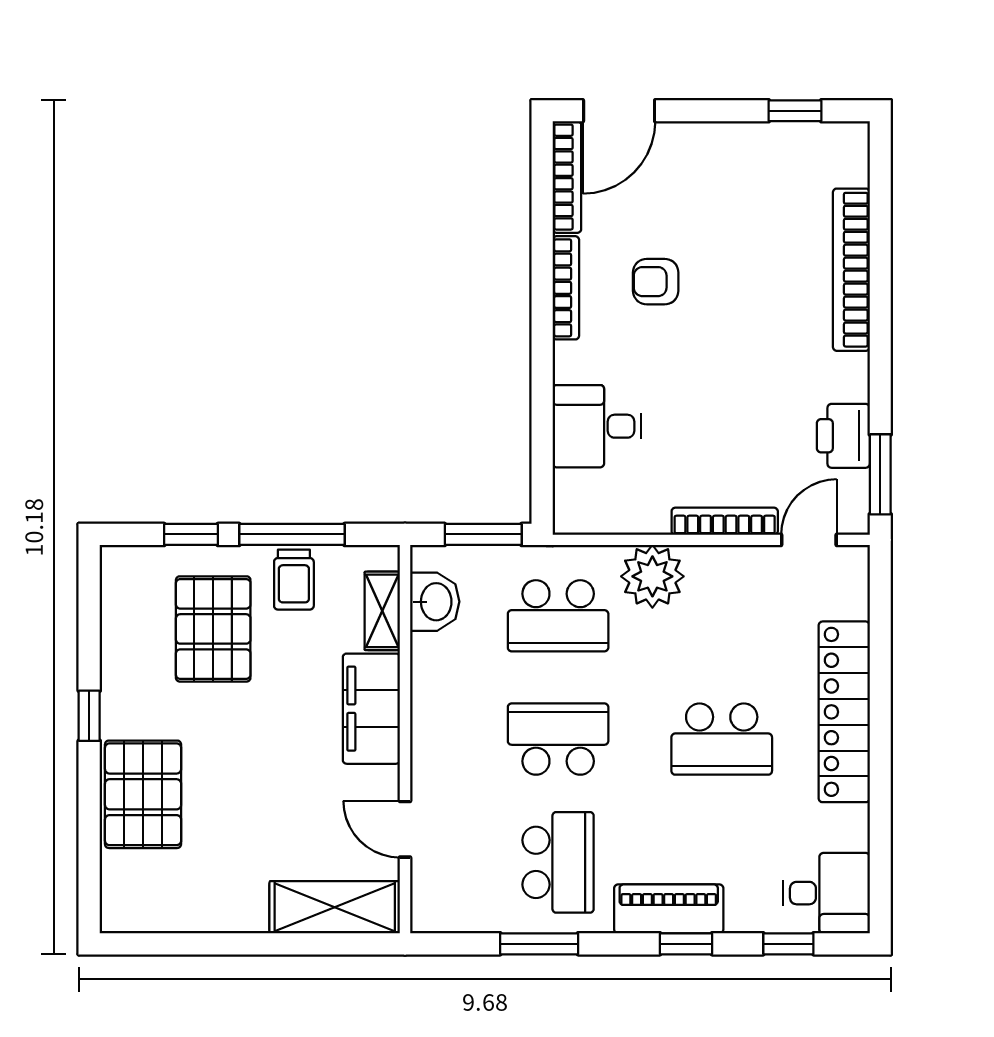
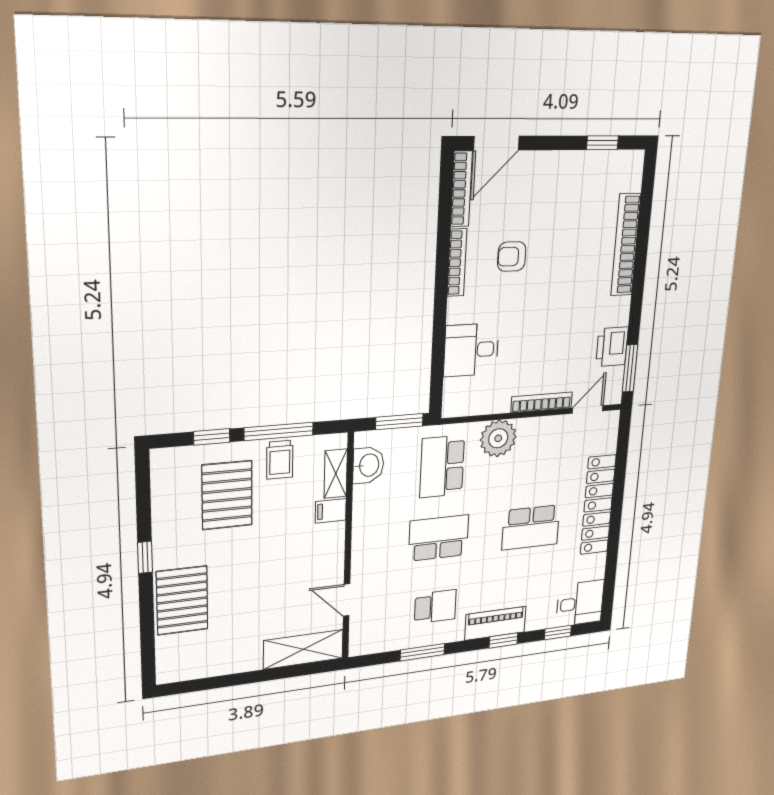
school desk: (558, 616) -> (442, 467), turned 90
filing cabinet: (371, 709) -> (331, 511), width x0.33, depth x0.86
school desk: (558, 862) -> (435, 607), width x0.54

